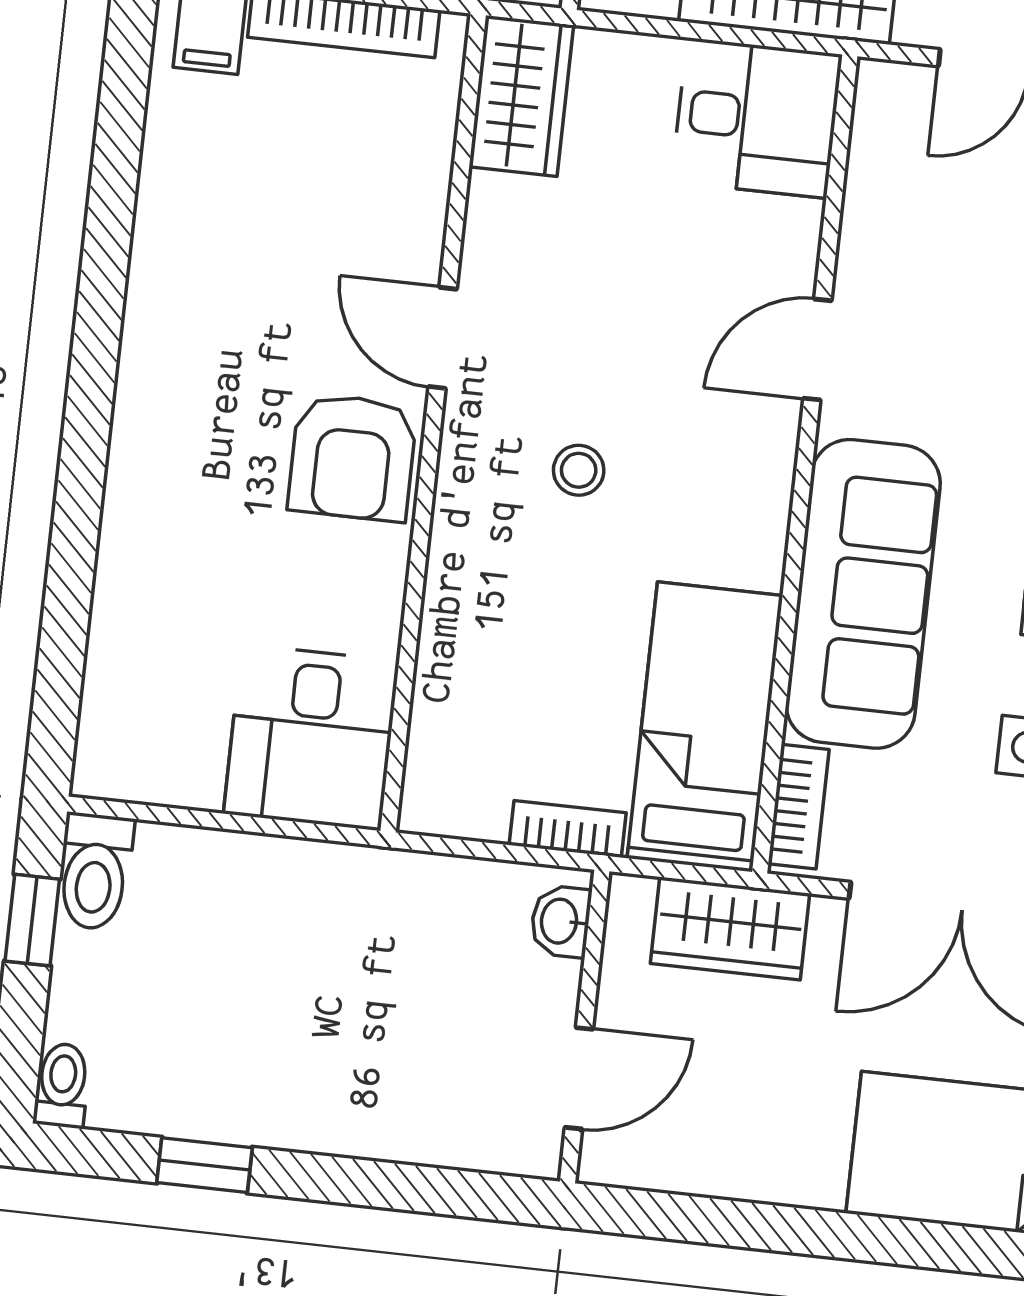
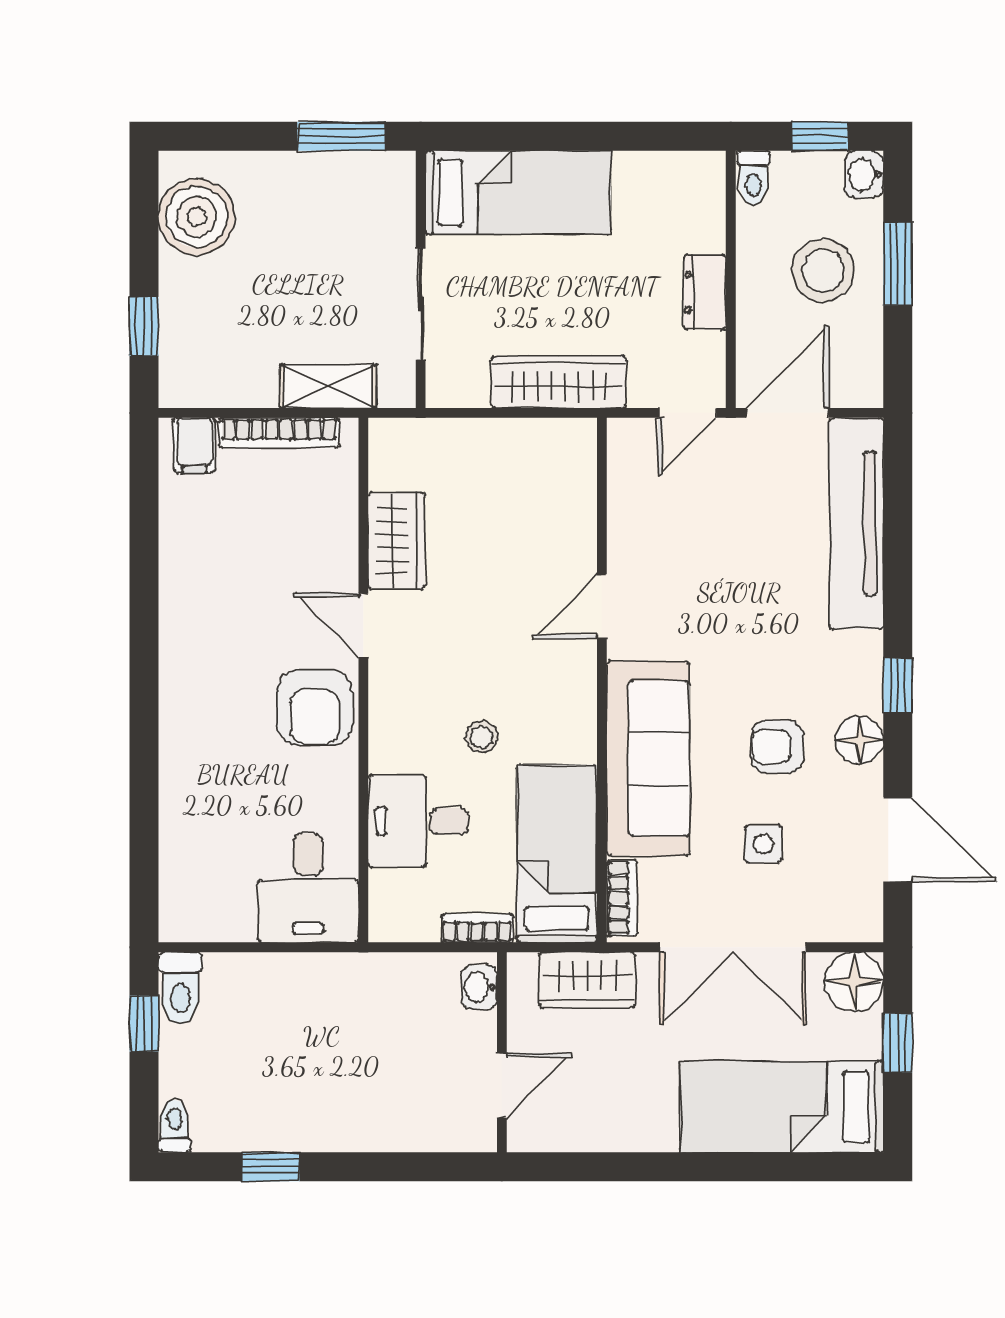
wardrobe: (521, 96) -> (396, 541), moved
desk: (757, 118) -> (418, 821), moved, turned 180
stool: (579, 470) -> (481, 737), moved

